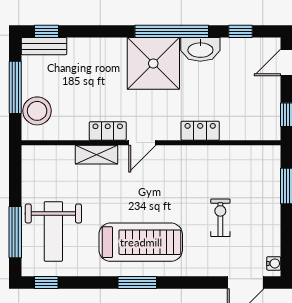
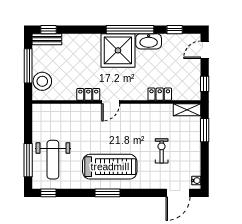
locker: (200, 131) -> (160, 94), moved
shelving: (96, 155) -> (187, 110), moved

